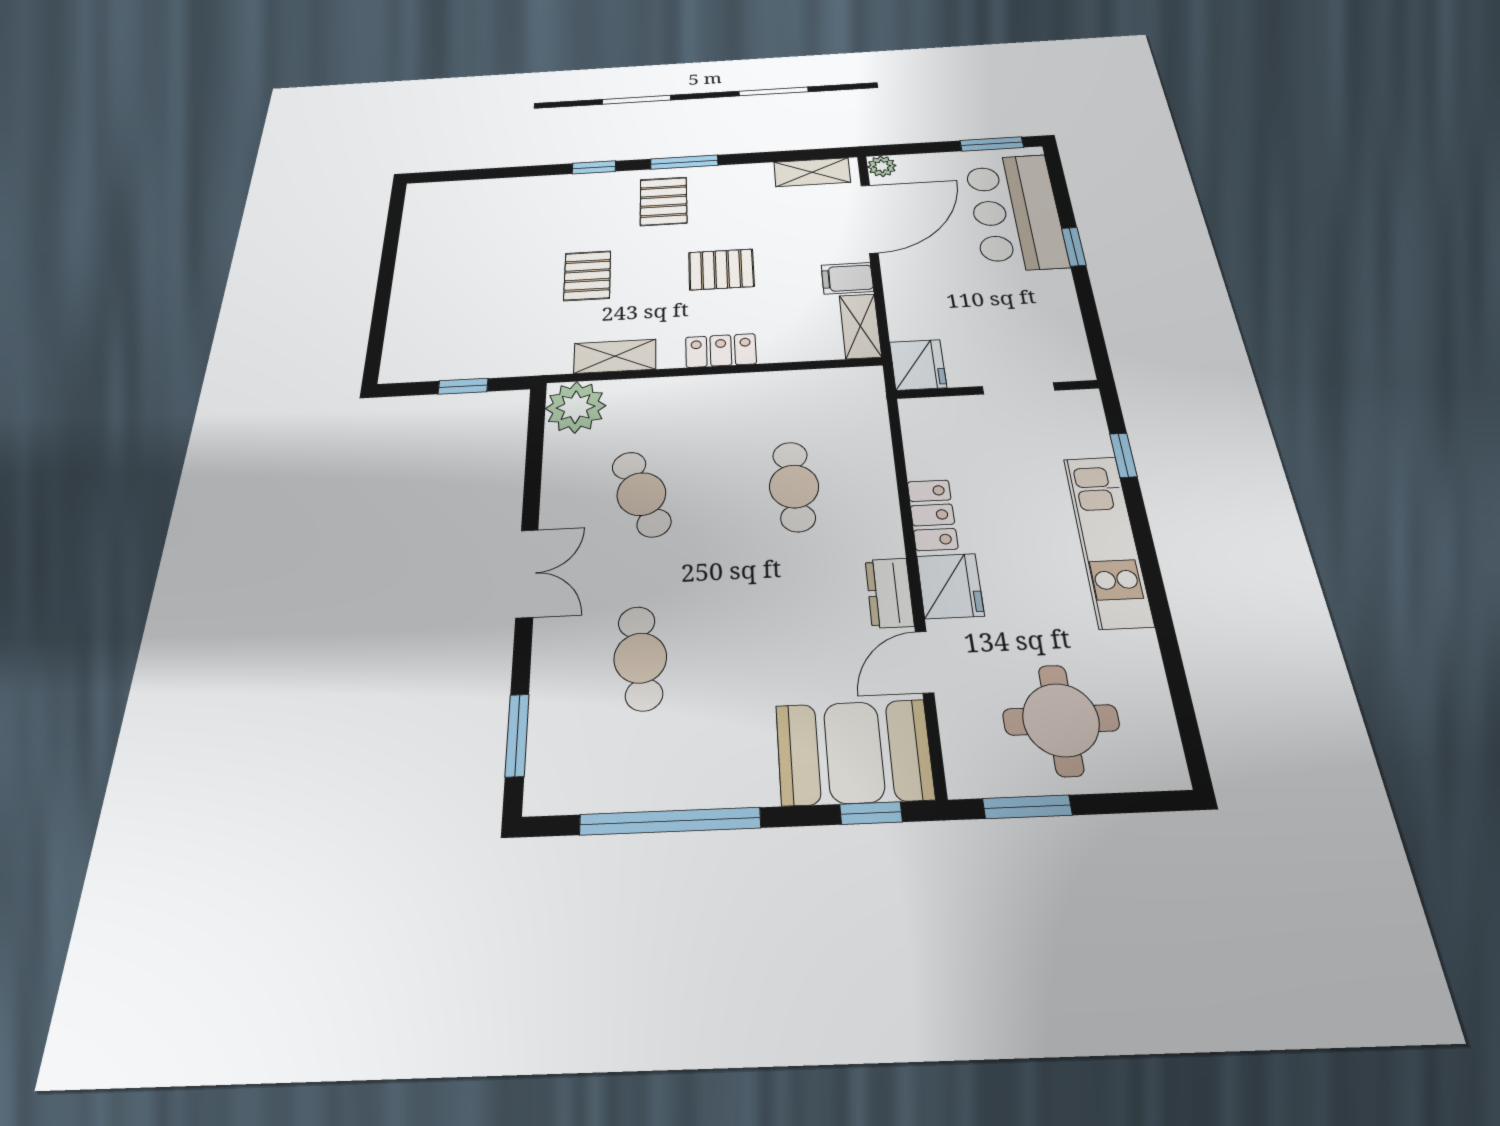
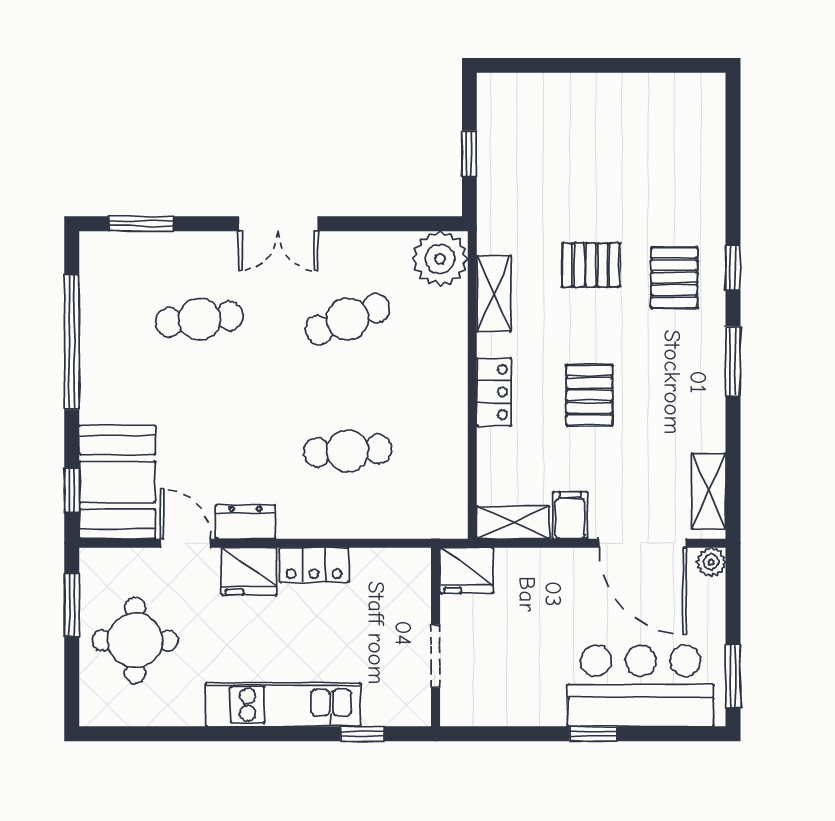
pallet: (664, 201) -> (674, 278), moved, turned 90

